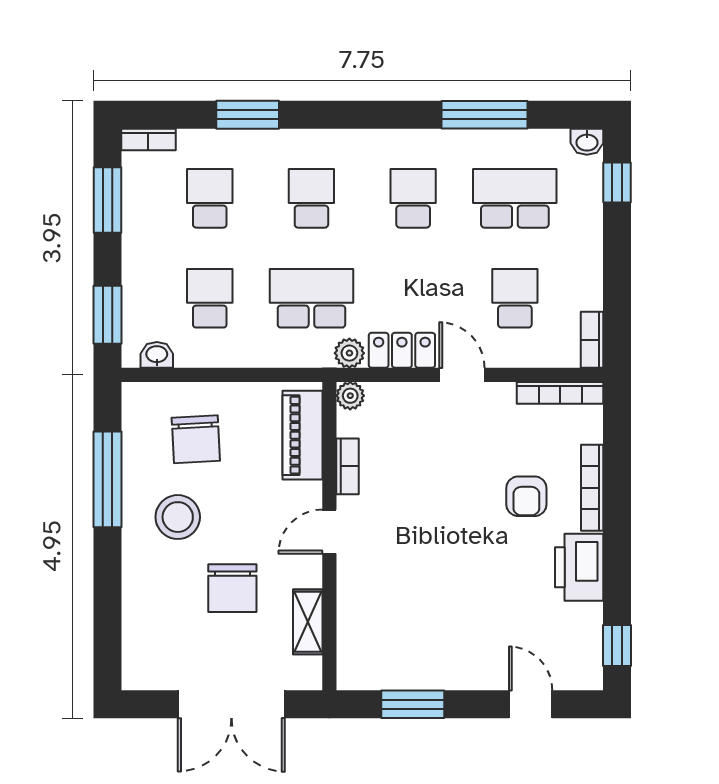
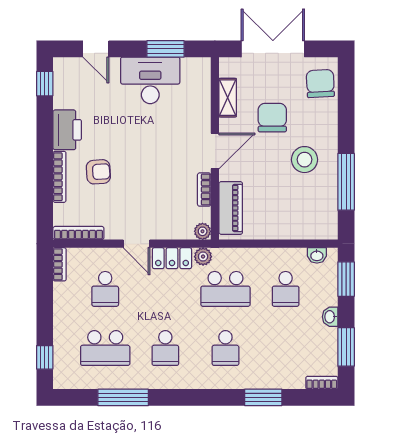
washbasin: (587, 142) -> (330, 317), moved, turned -90
school desk: (210, 198) -> (286, 348), removed
chair: (196, 439) -> (320, 84), moved
armchair: (526, 496) -> (98, 172), turned 86
door: (329, 532) -> (215, 151), width x1.38
desk: (439, 651) -> (150, 80), added

